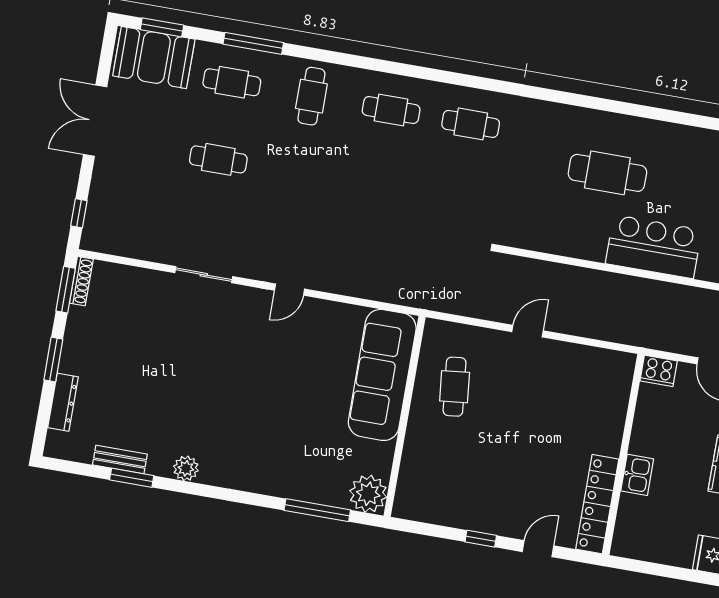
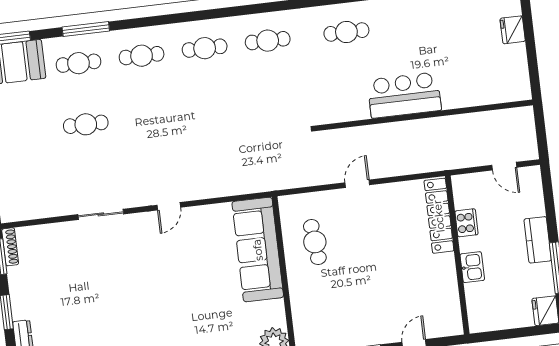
cafe table: (311, 96) -> (142, 56), turned 90
cafe table: (607, 173) -> (346, 32), moved, width x0.73, depth x0.74
bar counter: (654, 247) -> (404, 95), moved
cooker: (659, 371) -> (467, 223), moved, turned -90
locker: (597, 504) -> (439, 216), moved

